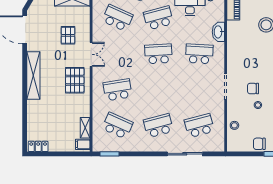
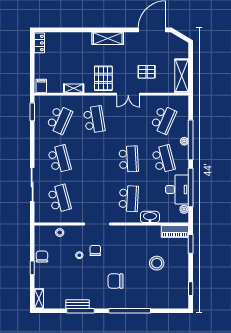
shelving: (33, 76) -> (108, 38), width x0.68
pallet: (75, 80) -> (103, 78), turned 90
shelving: (85, 128) -> (74, 88), moved

